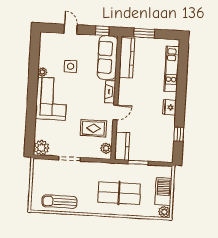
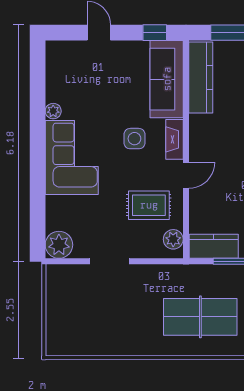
side table: (71, 66) -> (134, 139), moved
kitchen counter: (122, 146) -> (214, 246), moved, turned -90
sun lounger: (59, 202) -> (96, 338), removed

